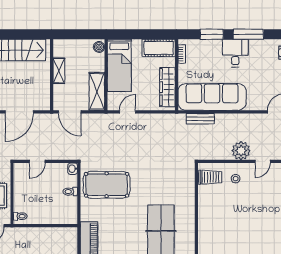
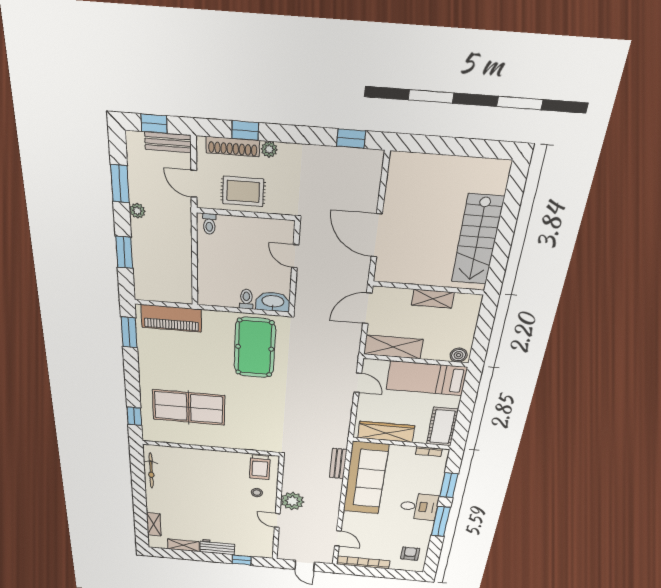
washbasin: (73, 169) -> (273, 302), width x1.91, depth x1.45

